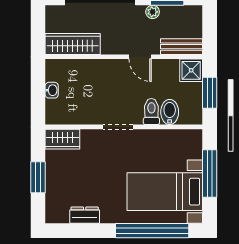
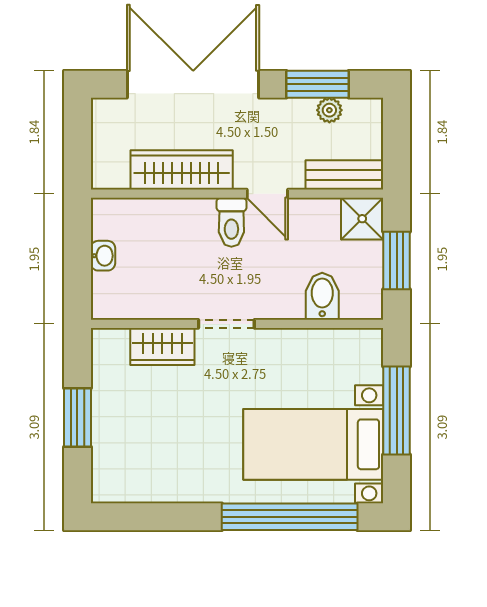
plant: (153, 12) -> (329, 110), moved
wardrobe: (73, 44) -> (182, 170), moved
toilet: (151, 112) -> (231, 222), moved, turned 180
wardrobe: (62, 139) -> (162, 346), moved
dresser: (85, 215) -> (164, 488), removed

